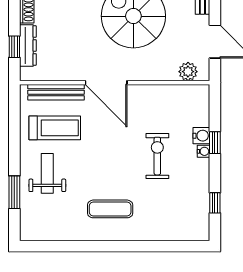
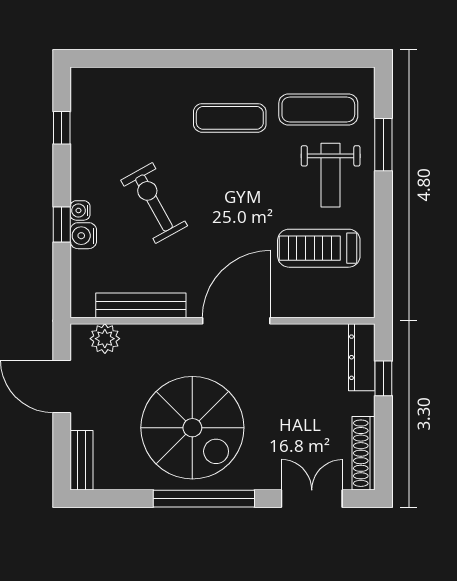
dresser: (28, 45) -> (362, 357), moved
door: (106, 83) -> (236, 321), hinge flipped
bench: (56, 92) -> (141, 305), moved
exercise bike: (157, 156) -> (154, 203), turned 151
exercise mat: (55, 214) -> (318, 110), added

